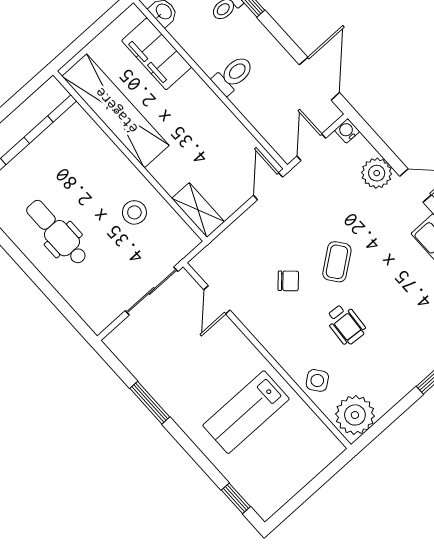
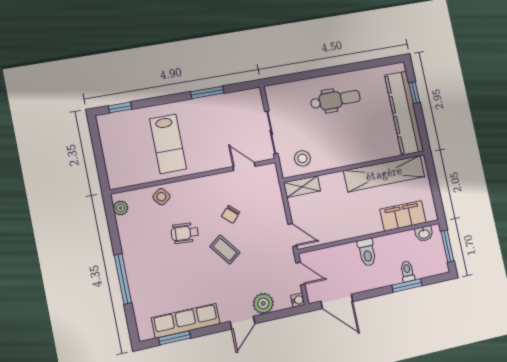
stool: (134, 212) -> (302, 158), moved
lab bench: (246, 412) -> (168, 144), turned 180
plant: (355, 415) -> (121, 208), width x0.53, depth x0.53

